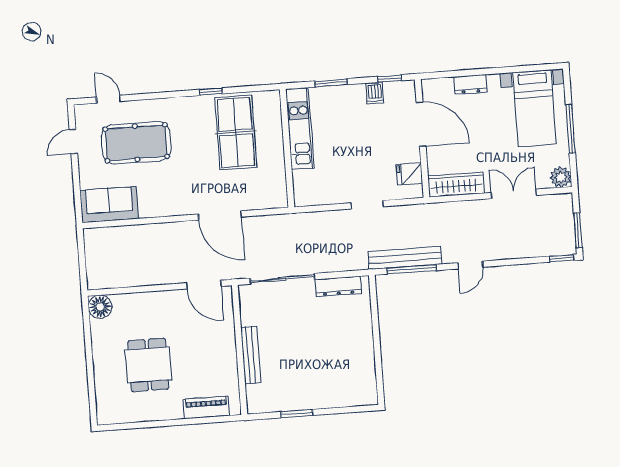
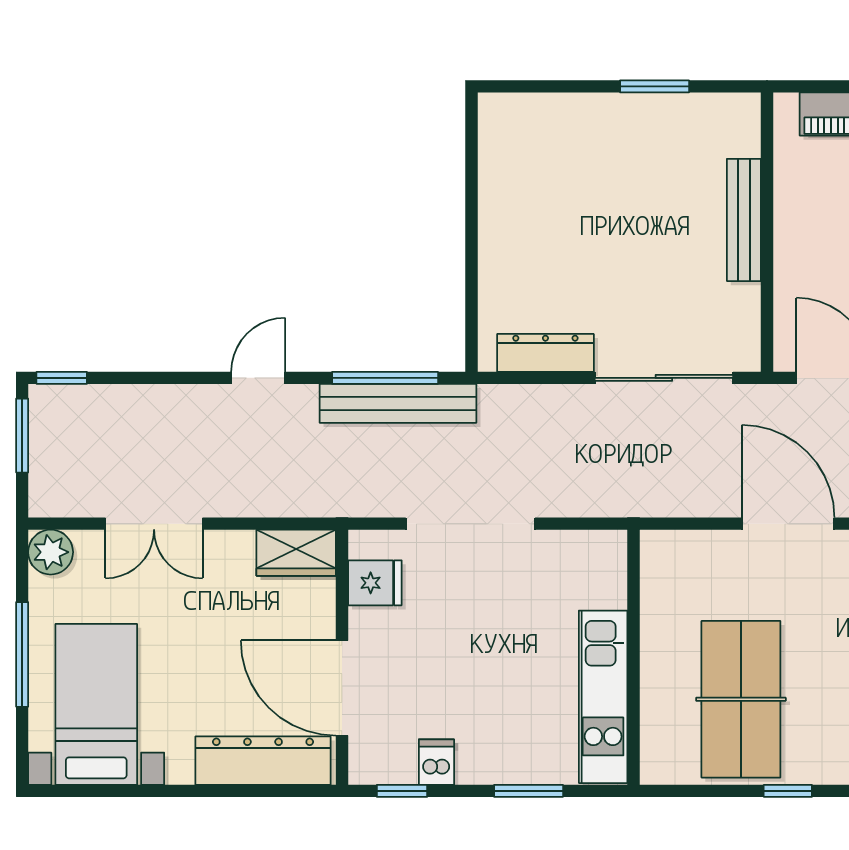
dresser: (470, 84) -> (263, 761), width x1.96, depth x1.24
wardrobe: (456, 185) -> (296, 553), width x0.67
doorway: (367, 205) -> (470, 524), width x1.88

